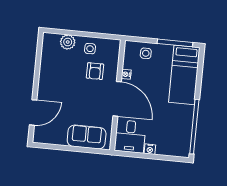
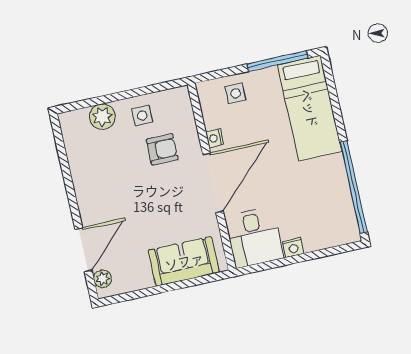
armchair: (95, 71) -> (162, 149), turned -90
door: (117, 99) -> (213, 183), hinge flipped
plant: (38, 132) -> (103, 279), added

